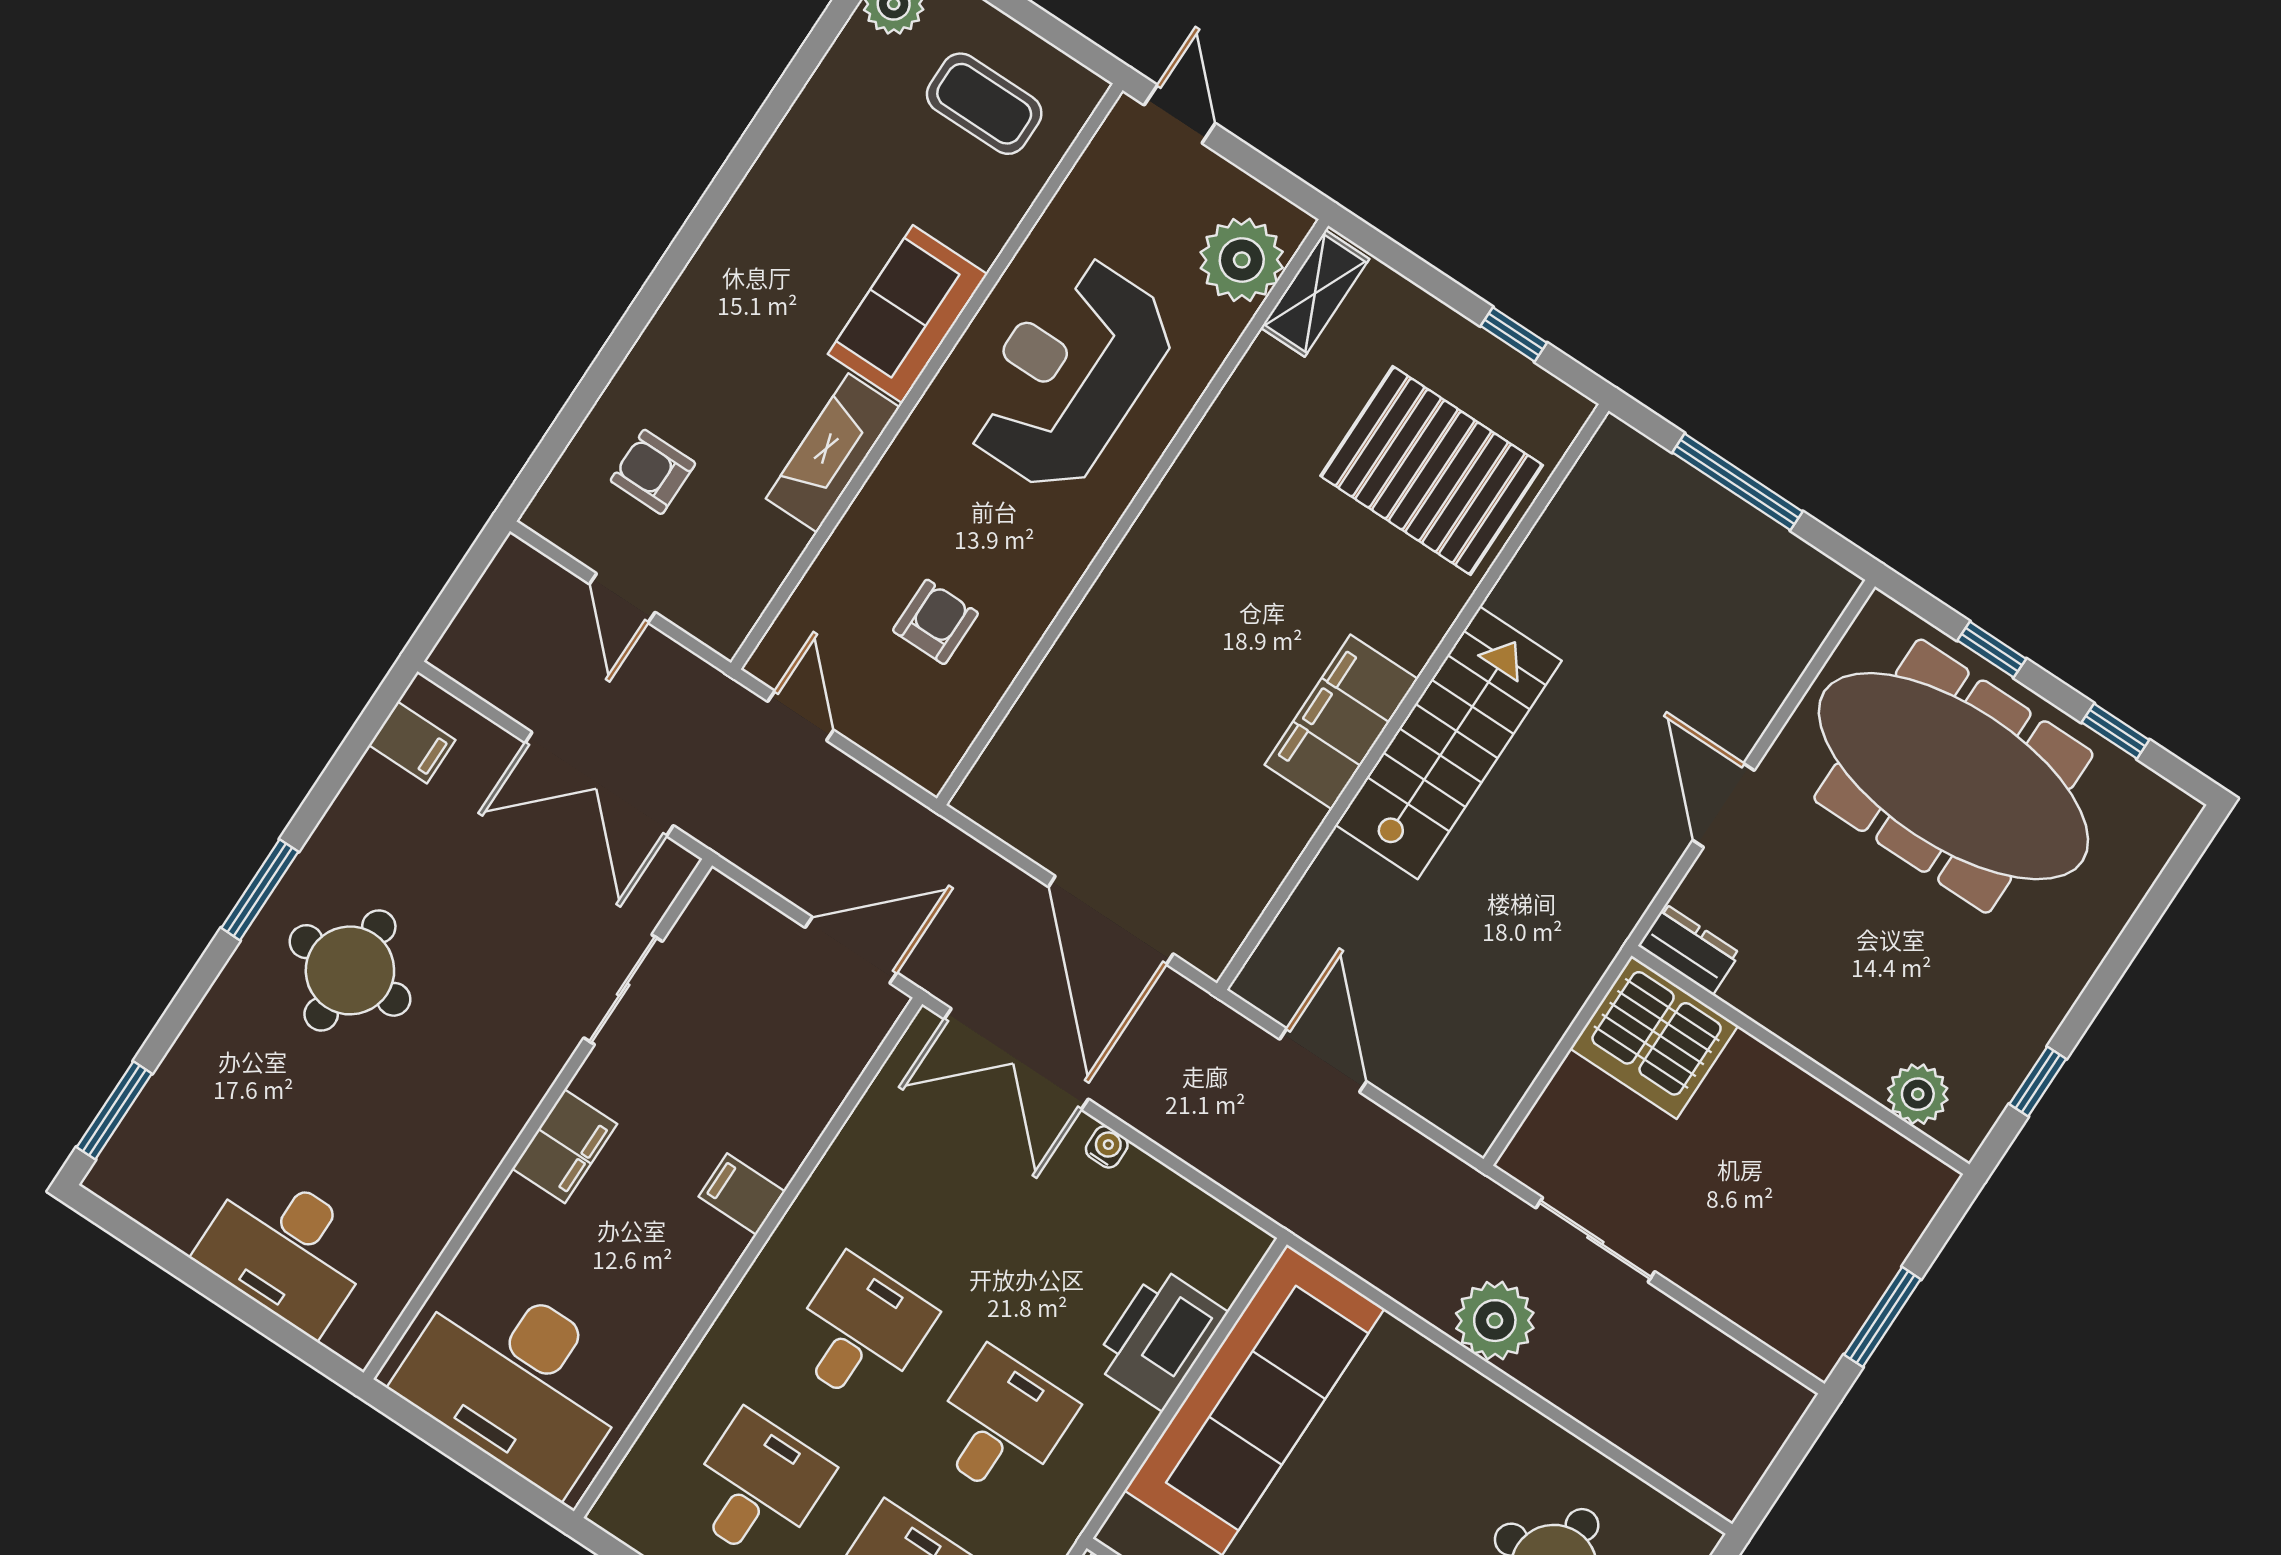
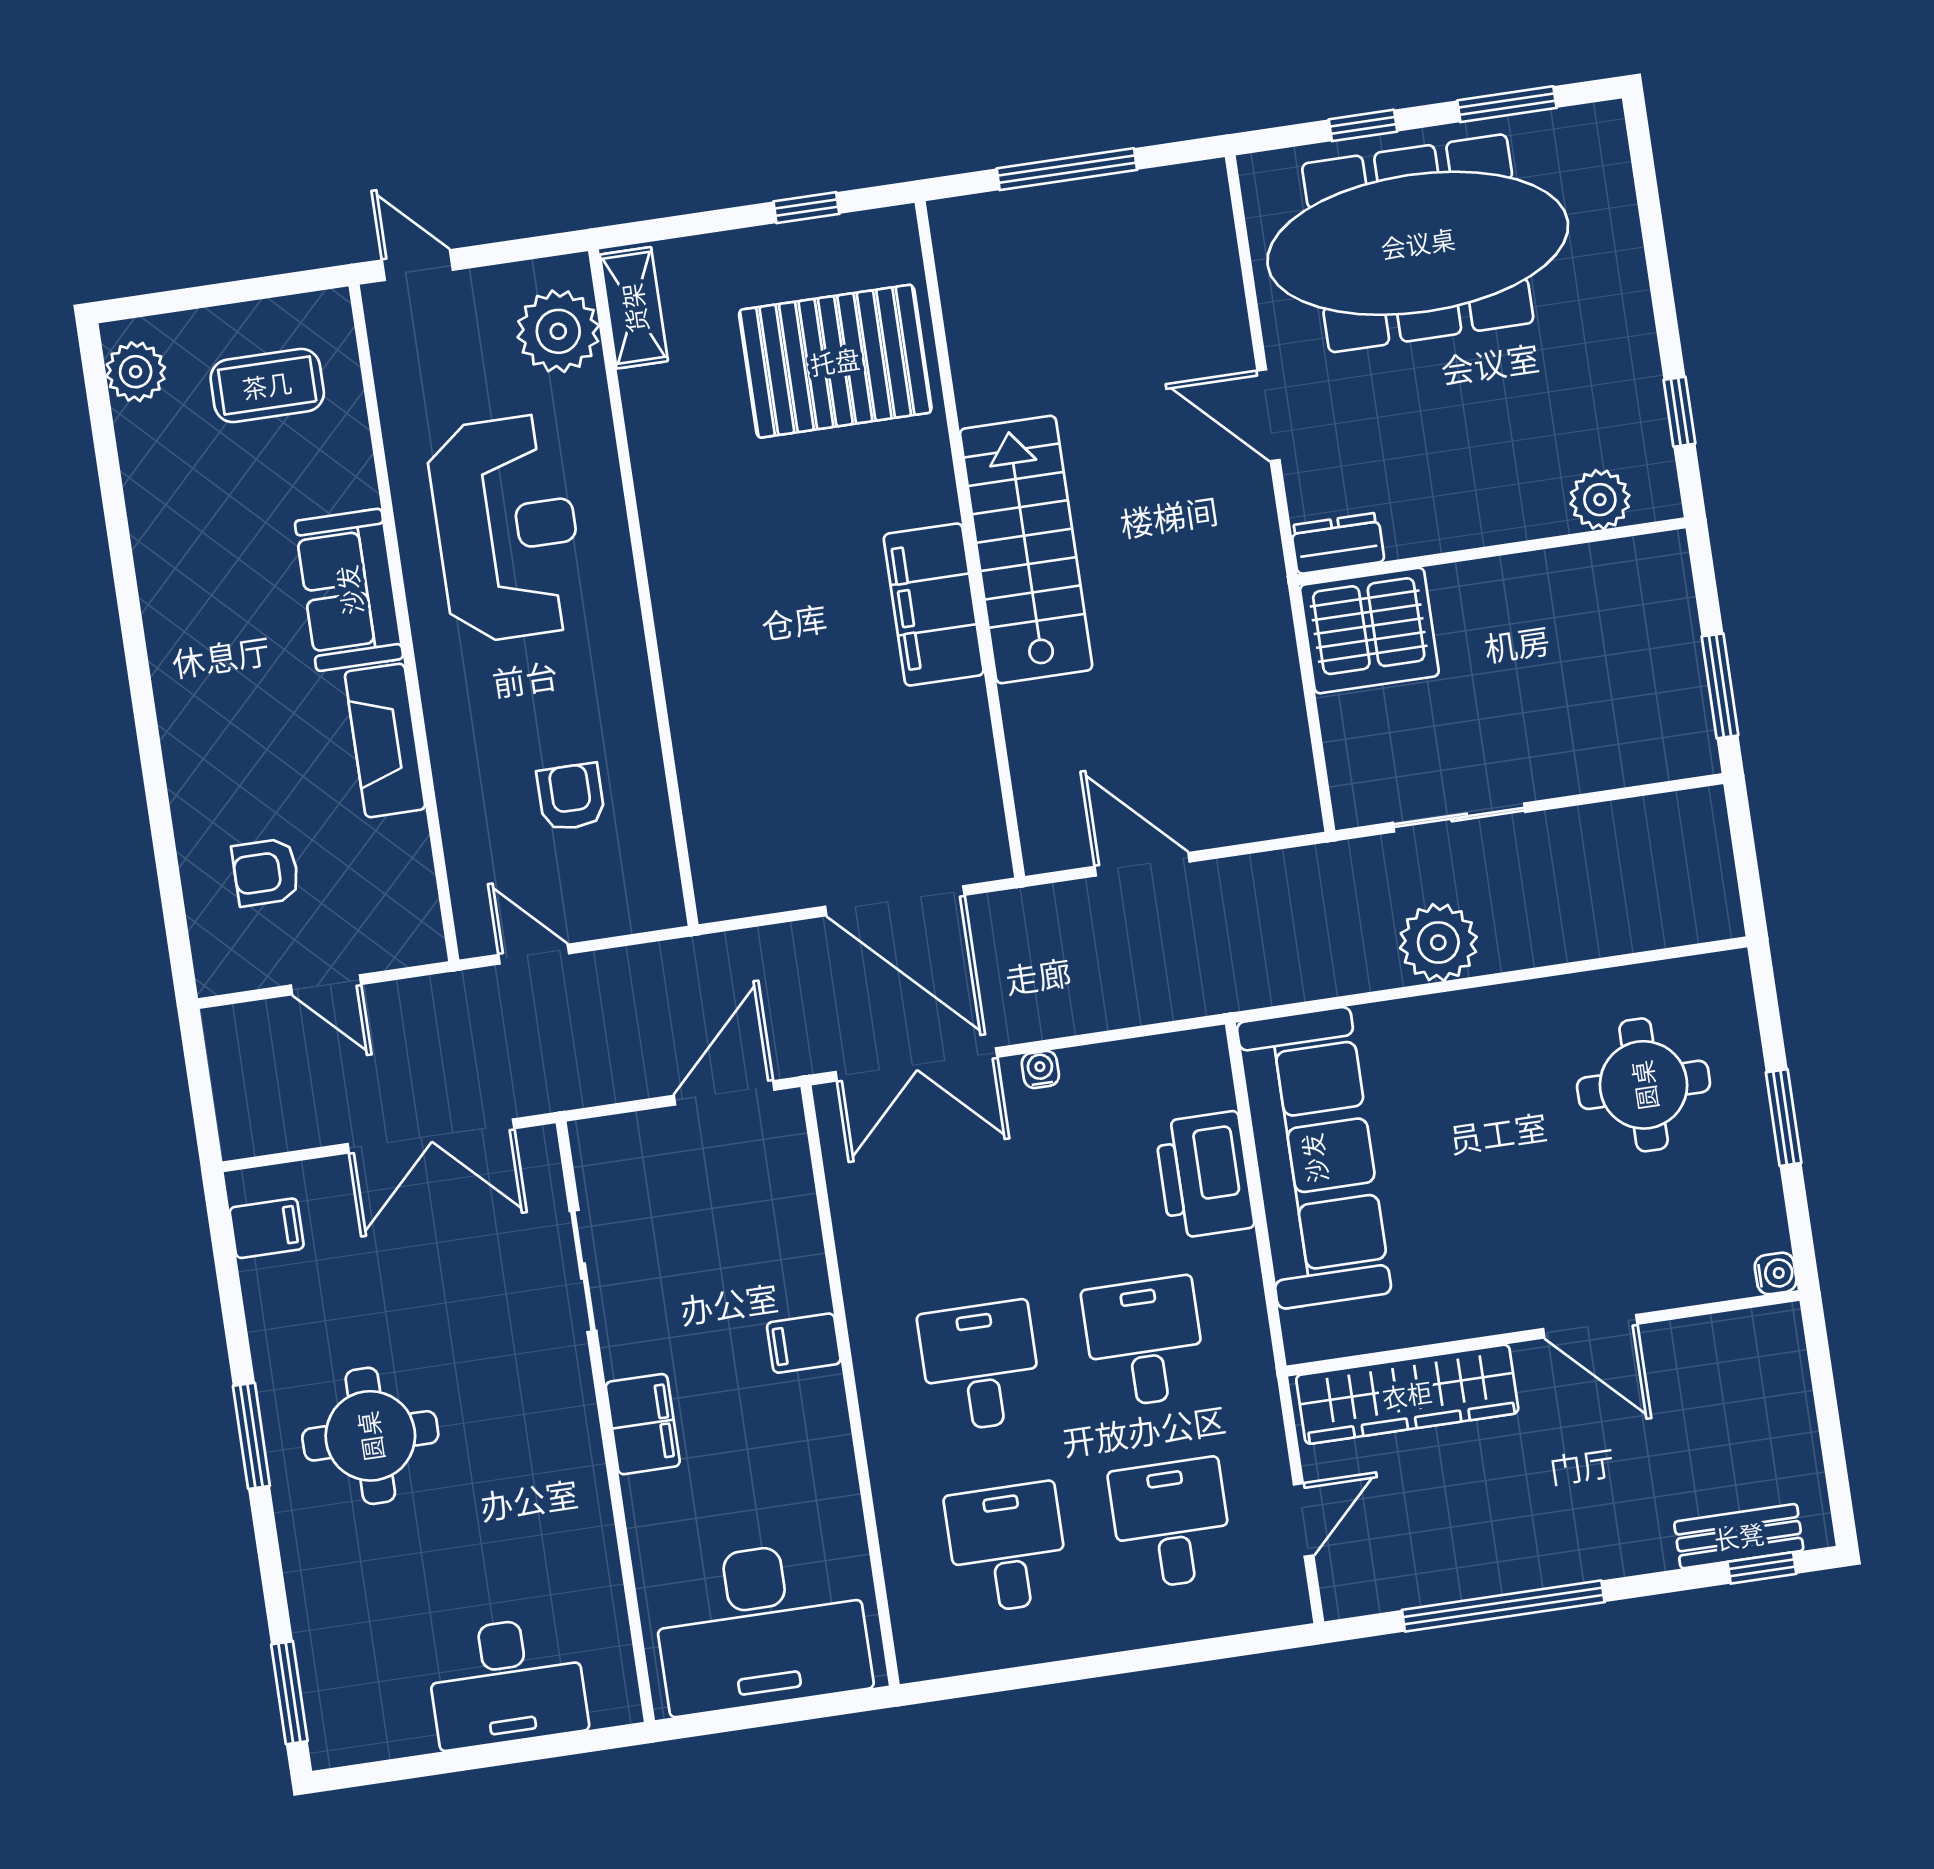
reception desk: (1069, 374) -> (507, 528), turned 180
window: (2115, 731) -> (1507, 104), width x1.50

